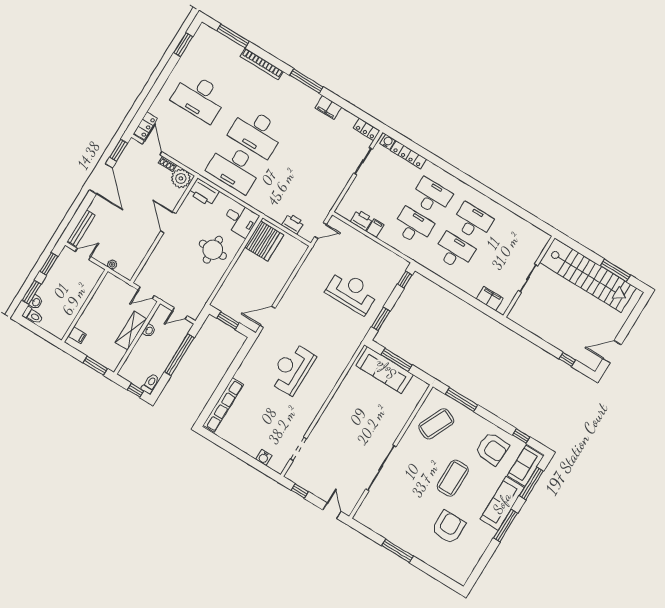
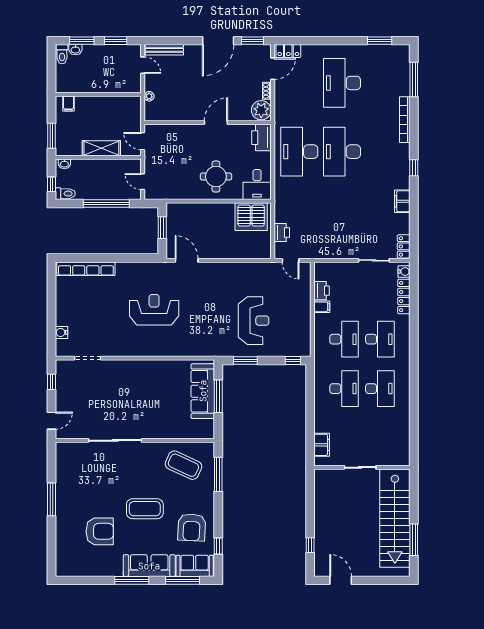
window: (306, 81) -> (414, 168), width x0.46
washbasin: (149, 331) -> (64, 164), moved

